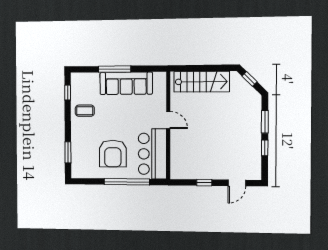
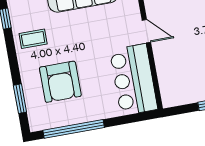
armchair: (113, 154) -> (60, 82), moved
window: (127, 182) -> (74, 129), moved

